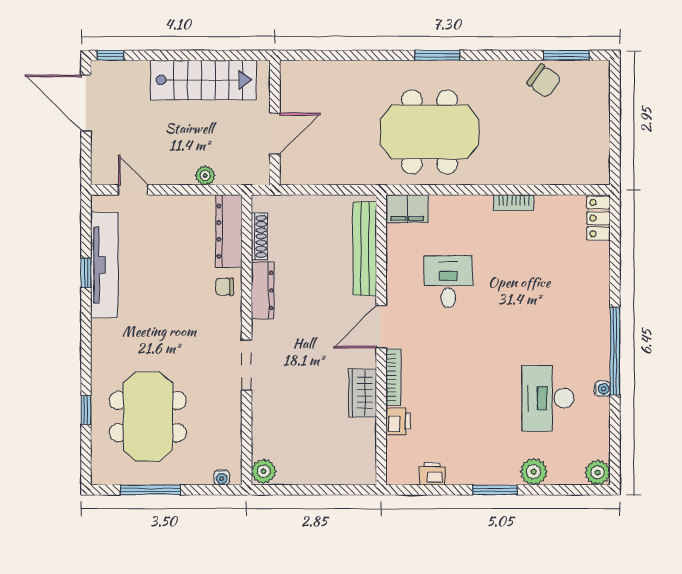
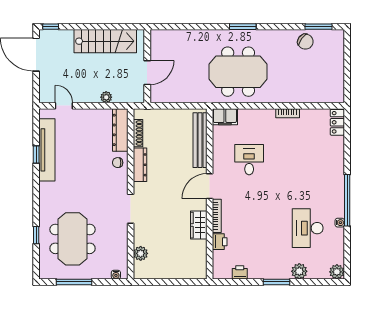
plant: (264, 471) -> (141, 253), moved

